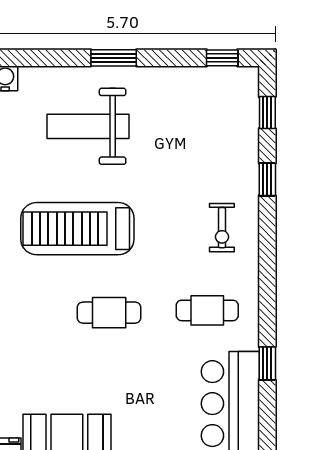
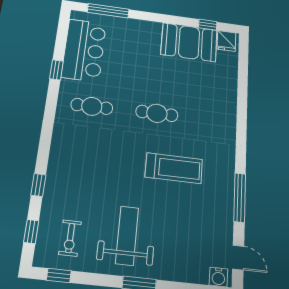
weight bench: (88, 126) -> (127, 235), moved, turned -90
exercise bike: (222, 228) -> (70, 238), moved, turned 180
treadmill: (77, 229) -> (174, 168), width x0.73, depth x0.73

